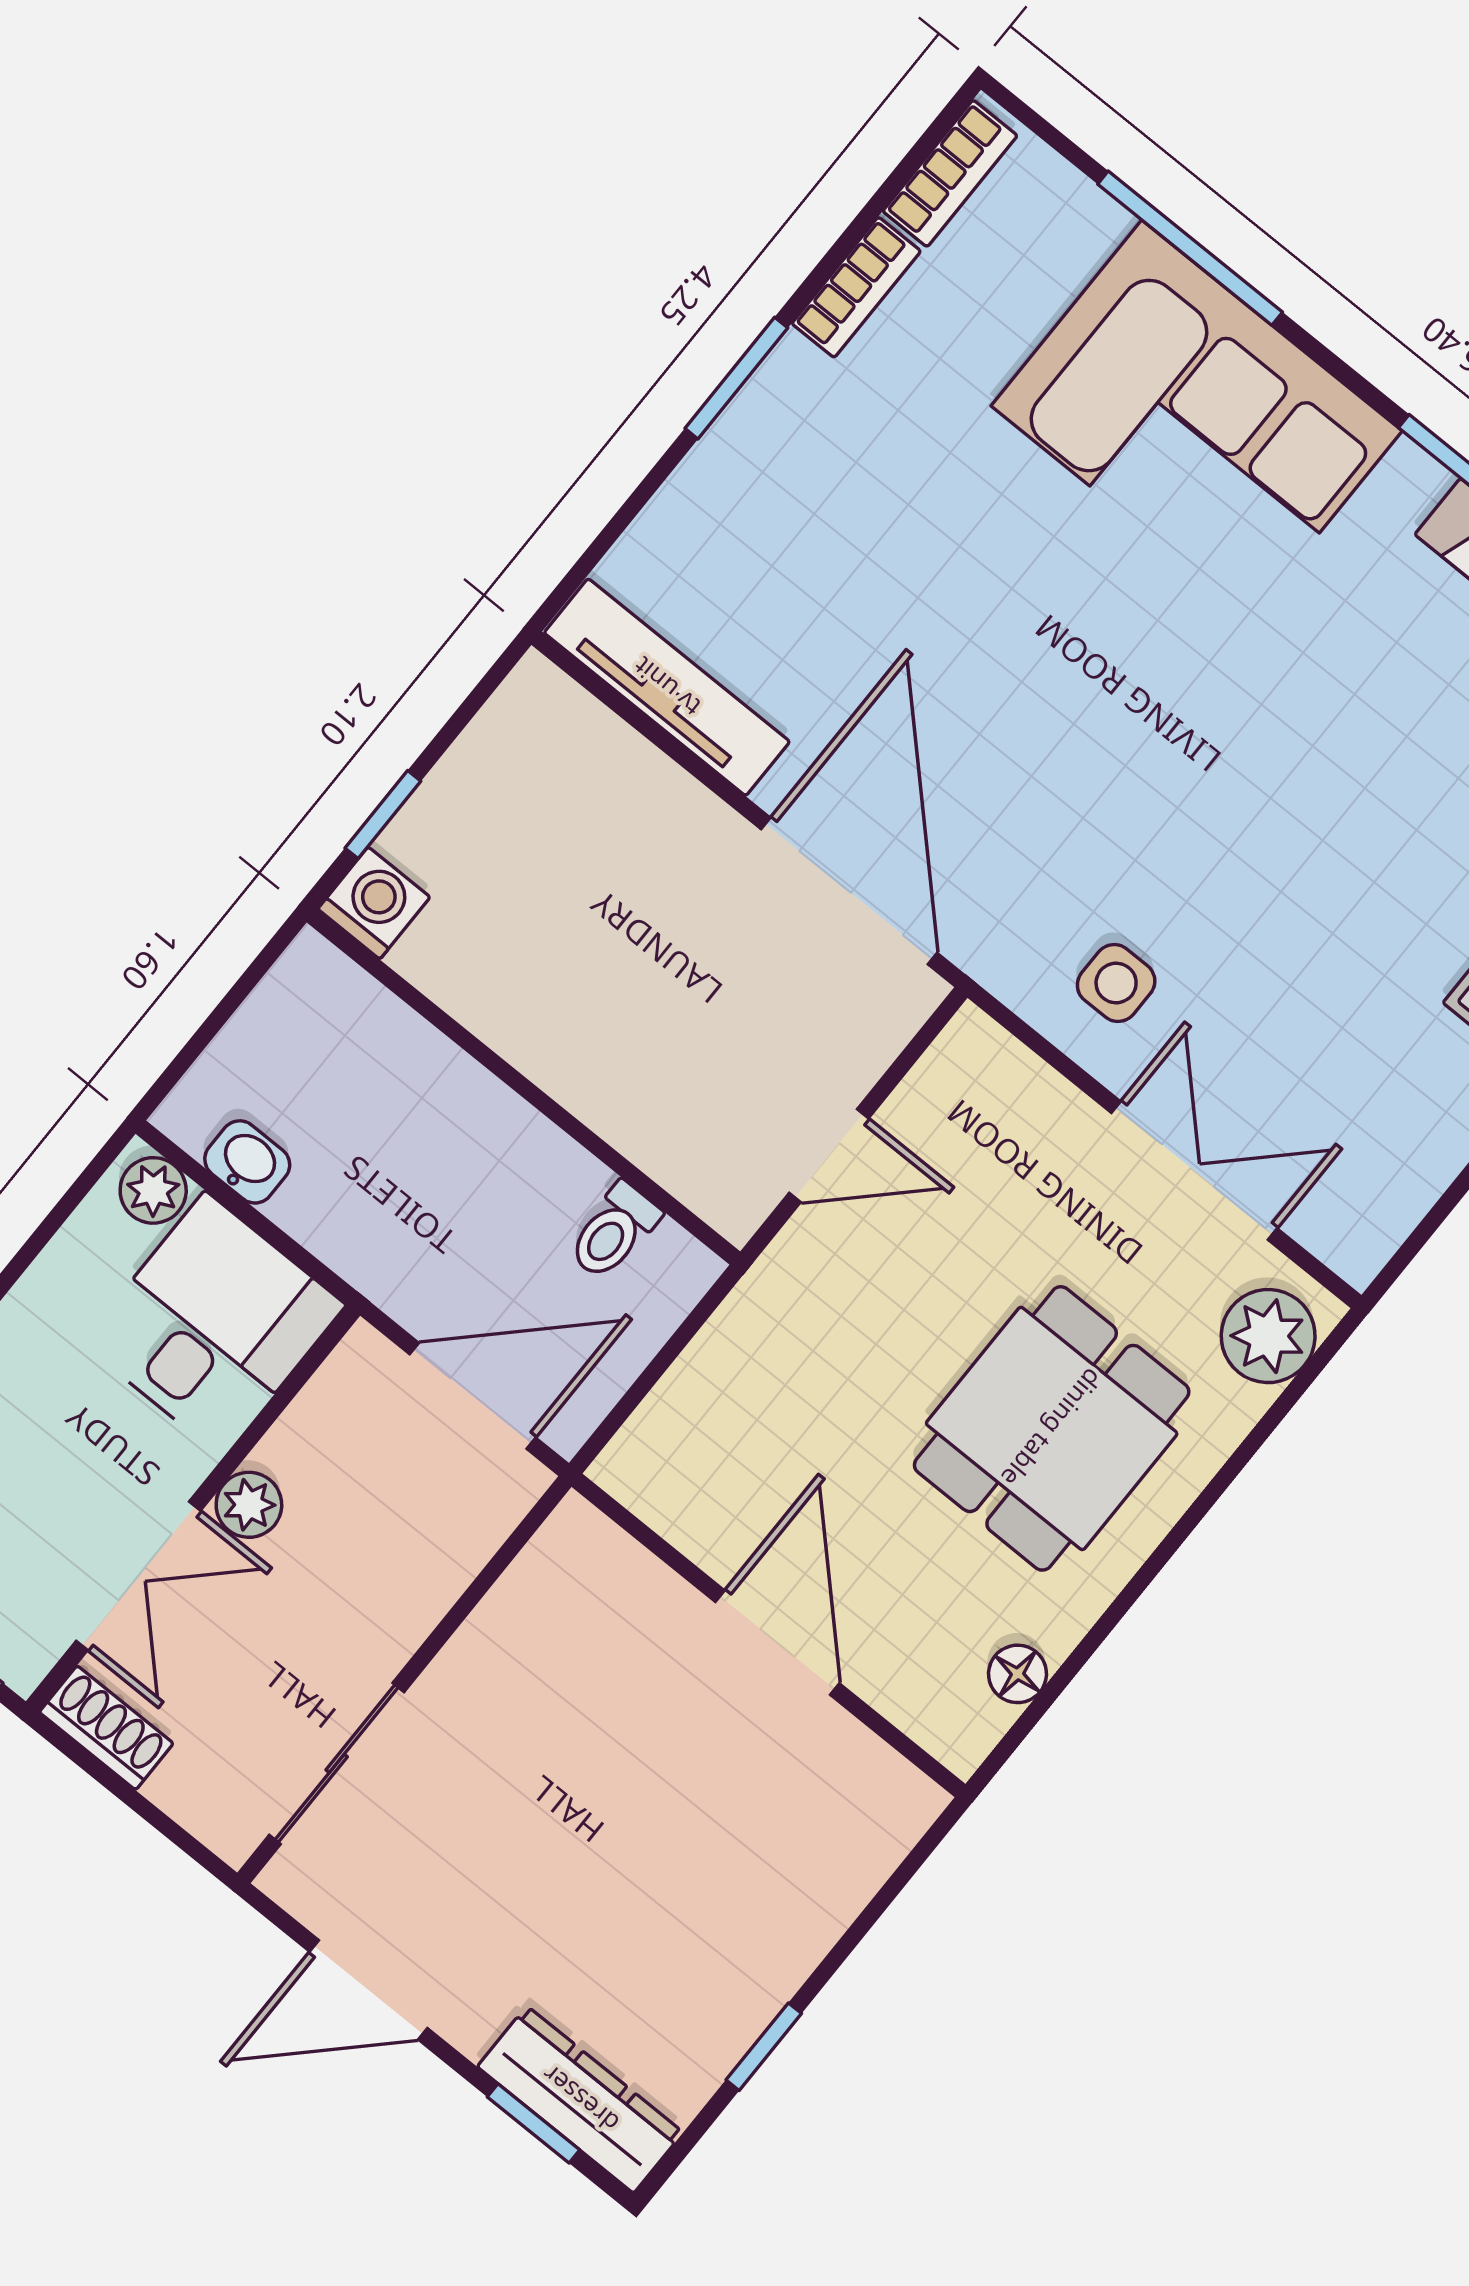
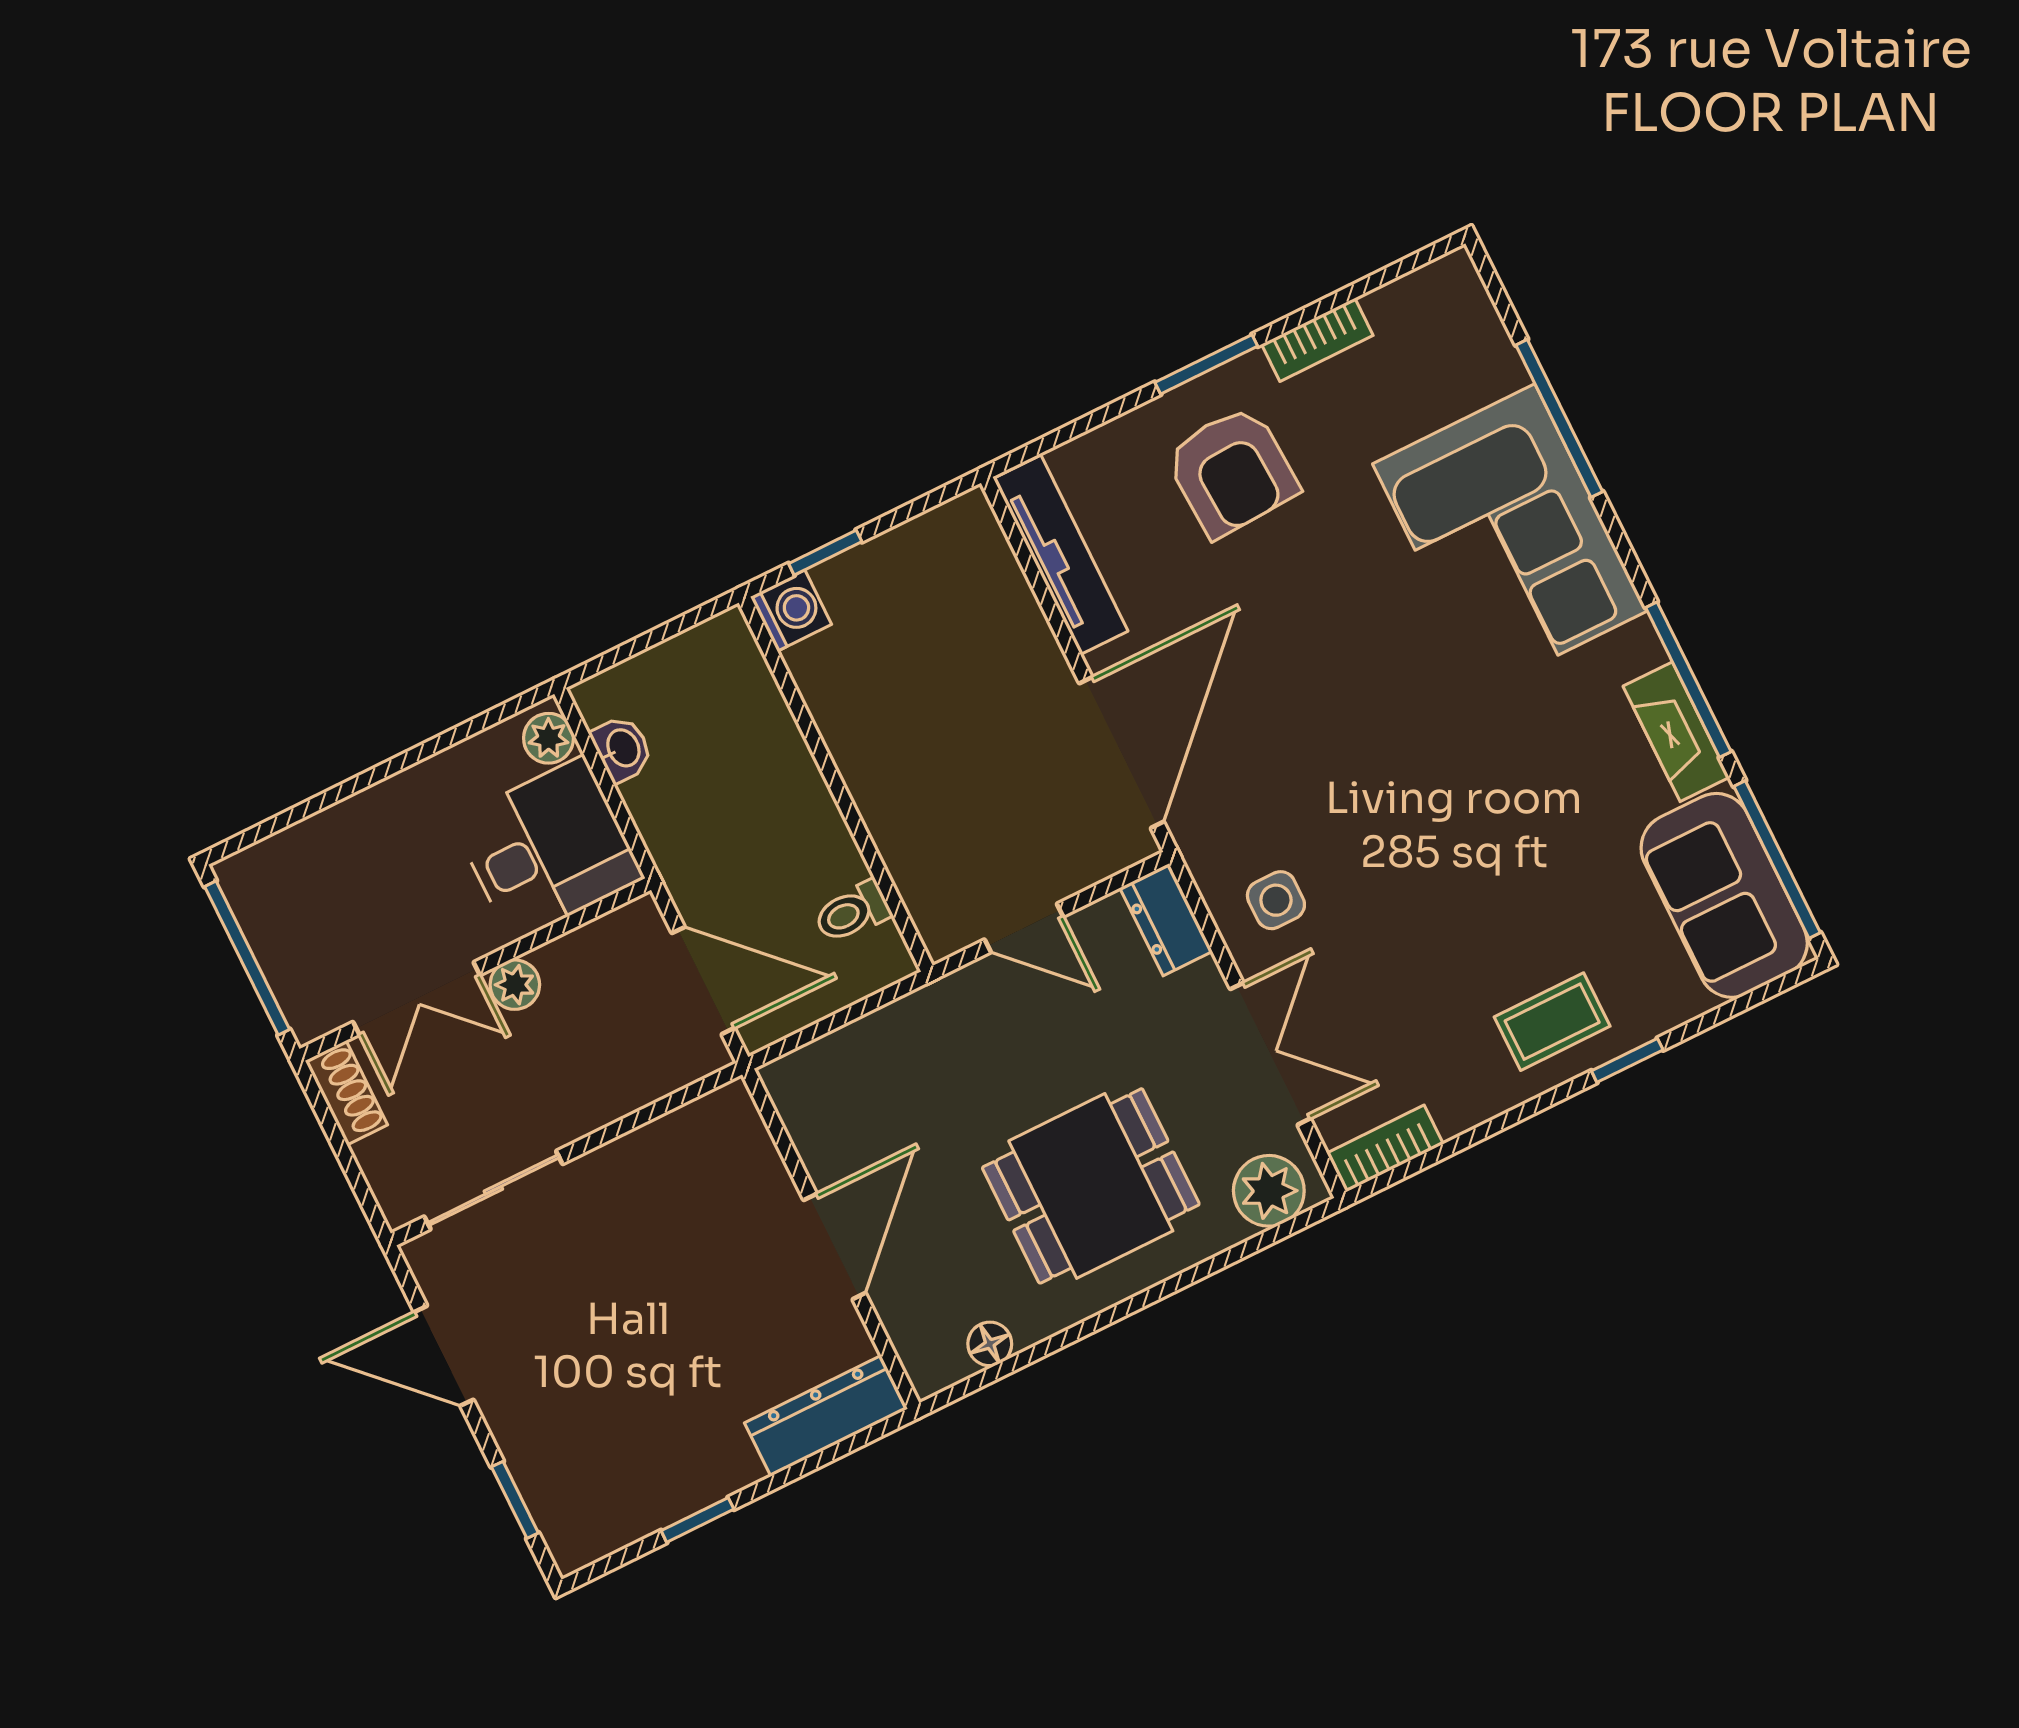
bookcase: (950, 173) -> (1385, 1149), moved, turned 180
armchair: (826, 493) -> (1232, 471), added
dresser: (995, 1067) -> (1166, 920), added
dresser: (580, 2099) -> (826, 1416), moved, turned -90

